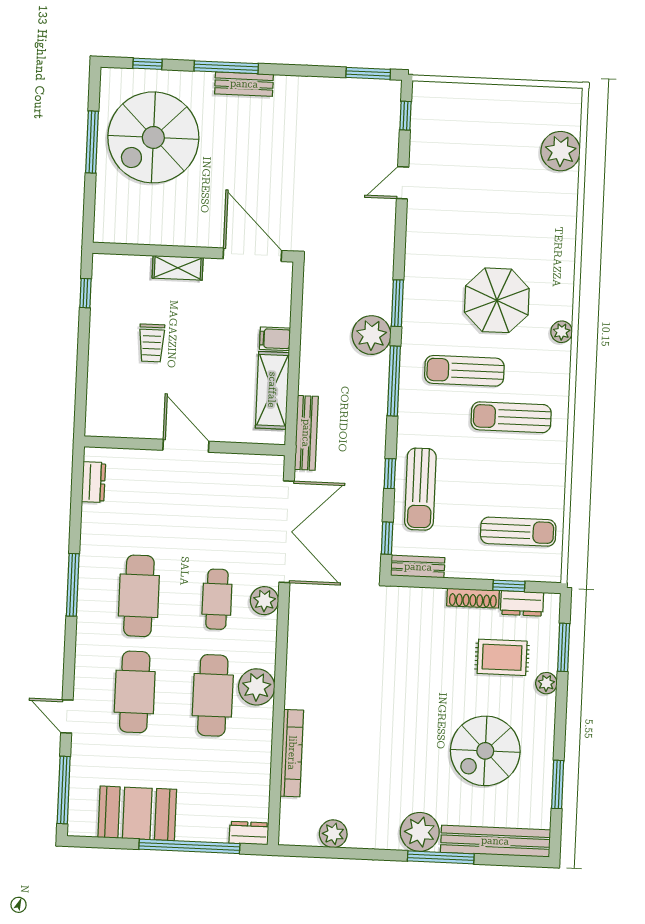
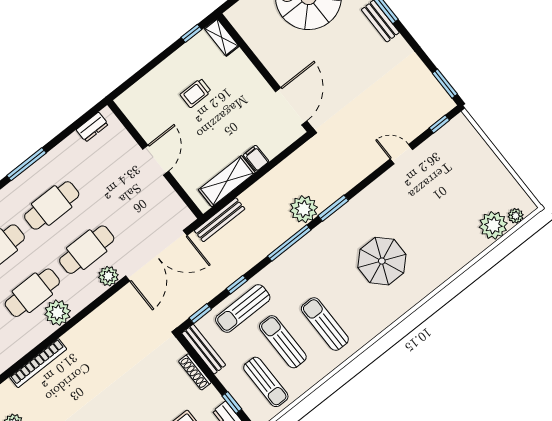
shelving: (178, 268) -> (222, 37), moved
plant: (562, 332) -> (516, 216), moved
sun lounger: (464, 371) -> (283, 342), moved
bench: (418, 567) -> (204, 349), width x1.36
shoe rack: (473, 598) -> (195, 372), moved
cafe table: (217, 599) -> (87, 250), width x1.37, depth x1.35

